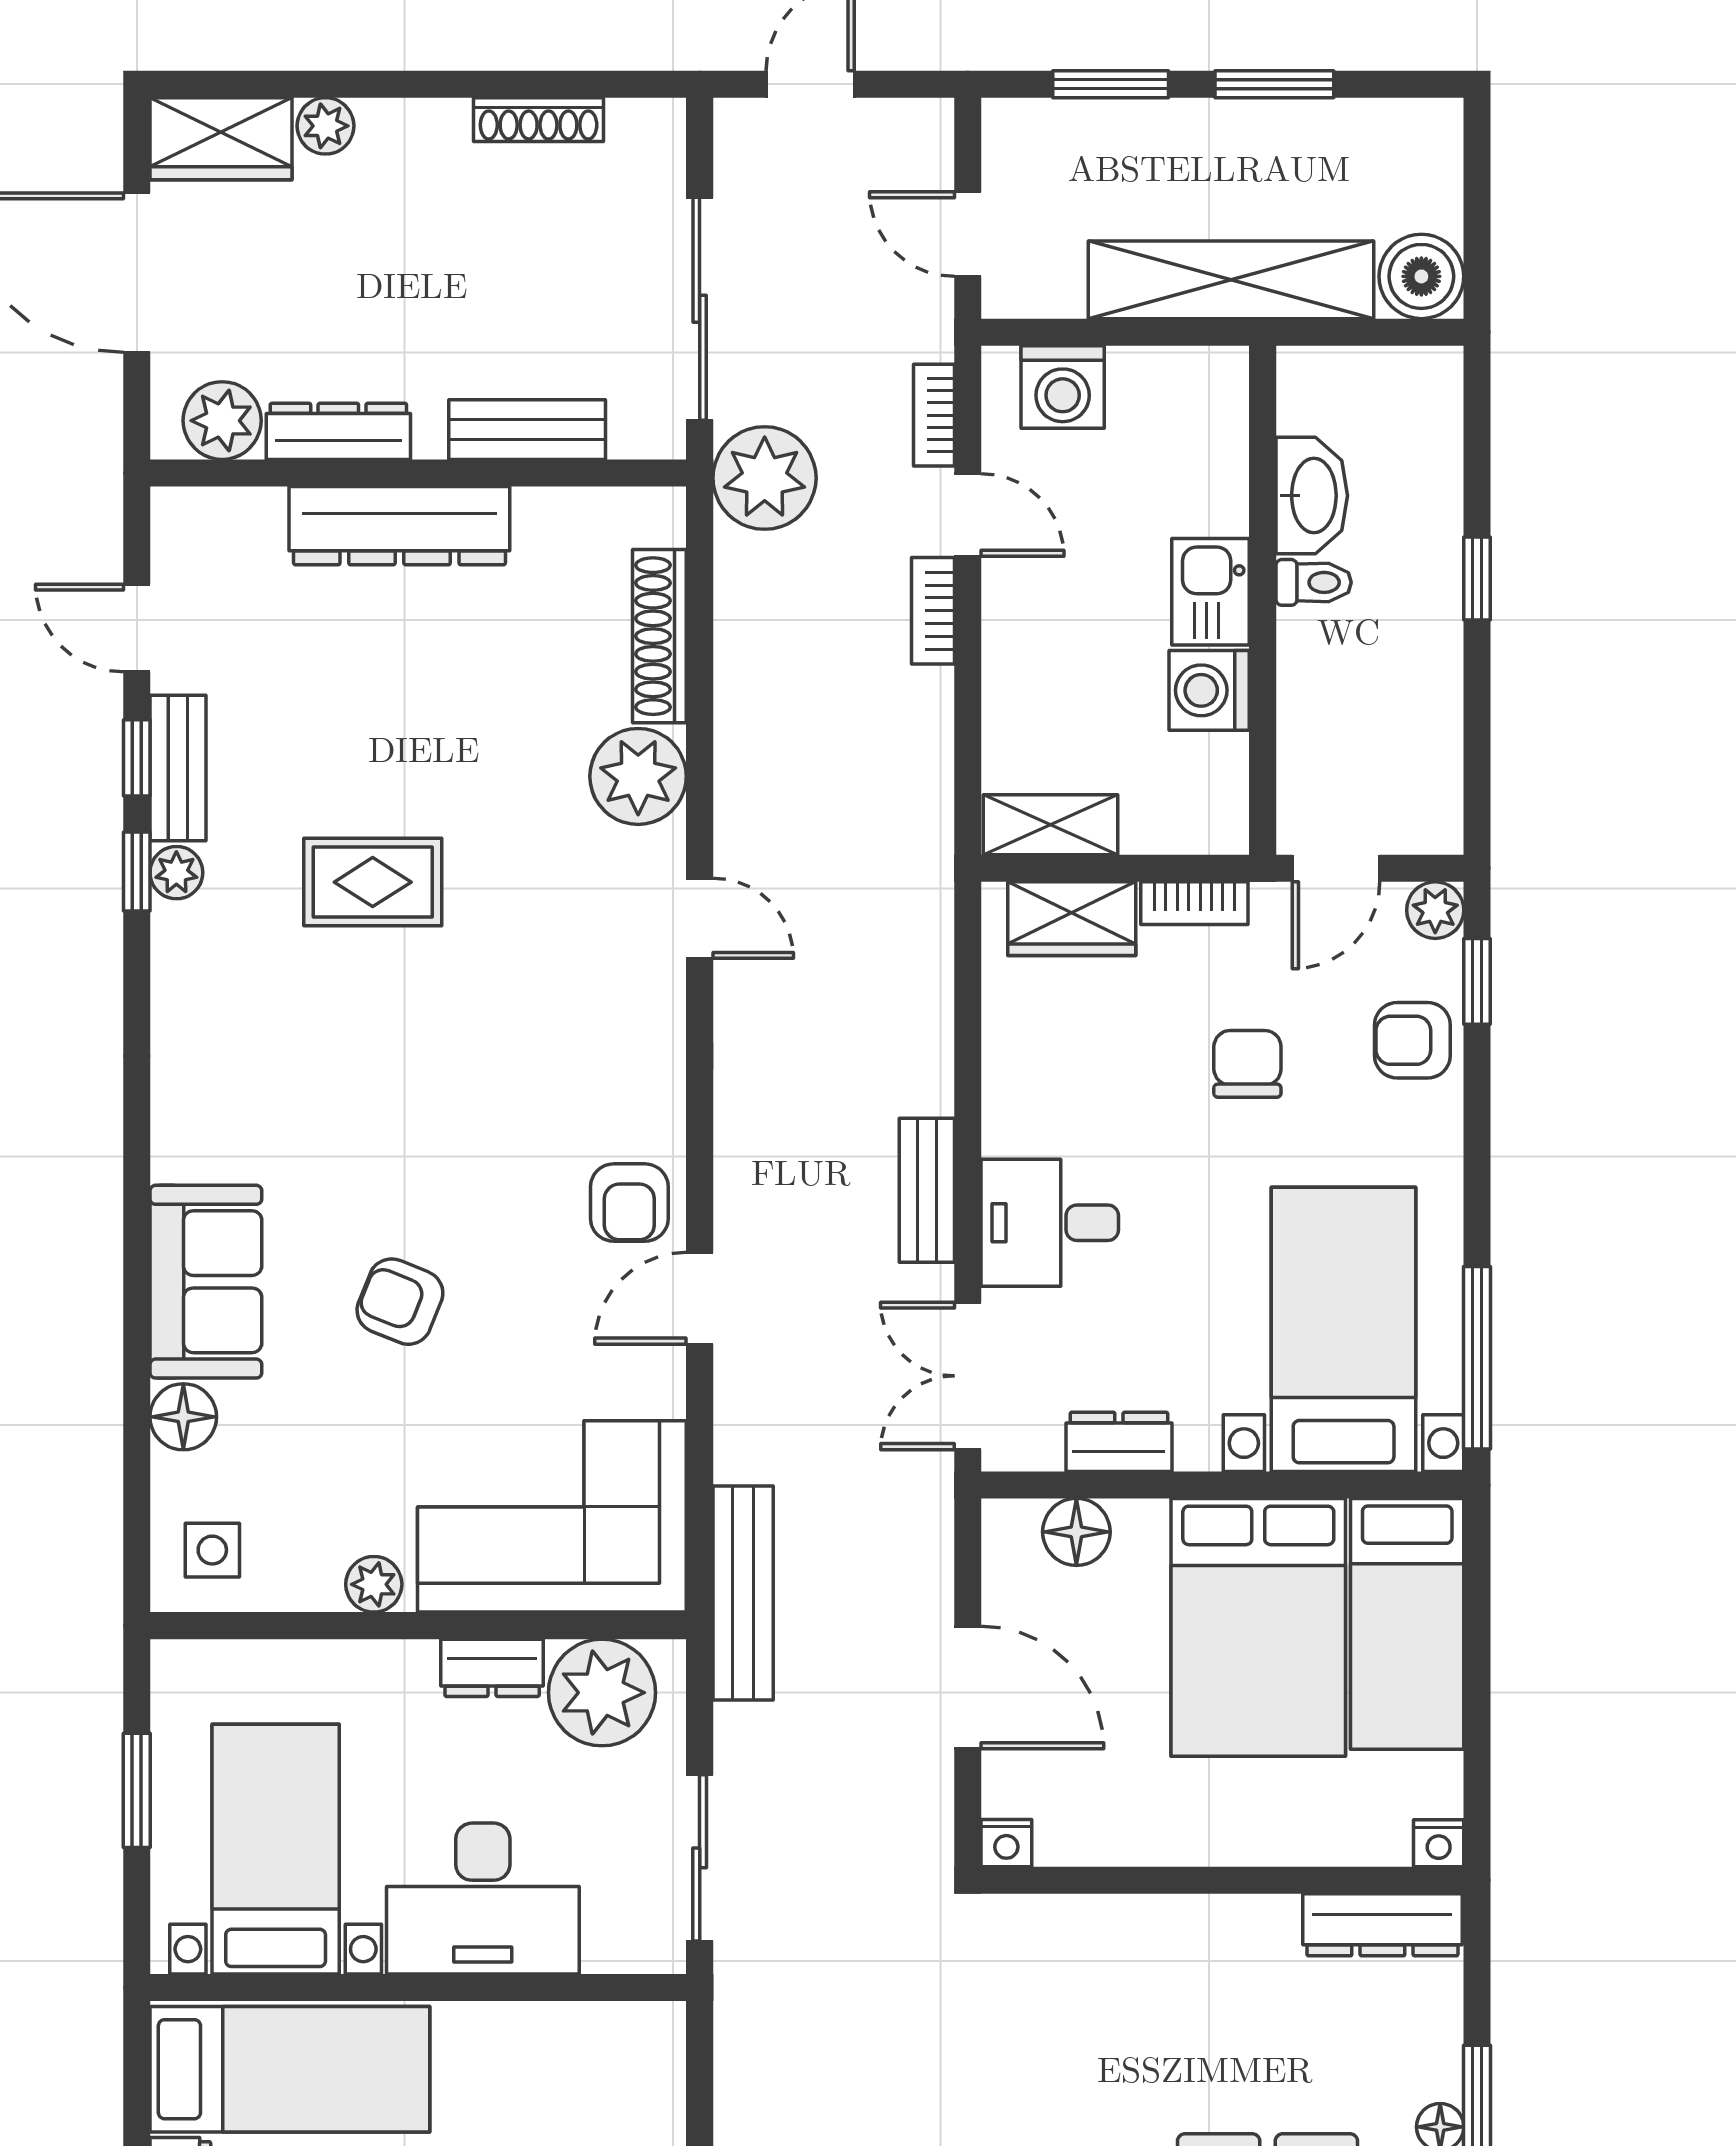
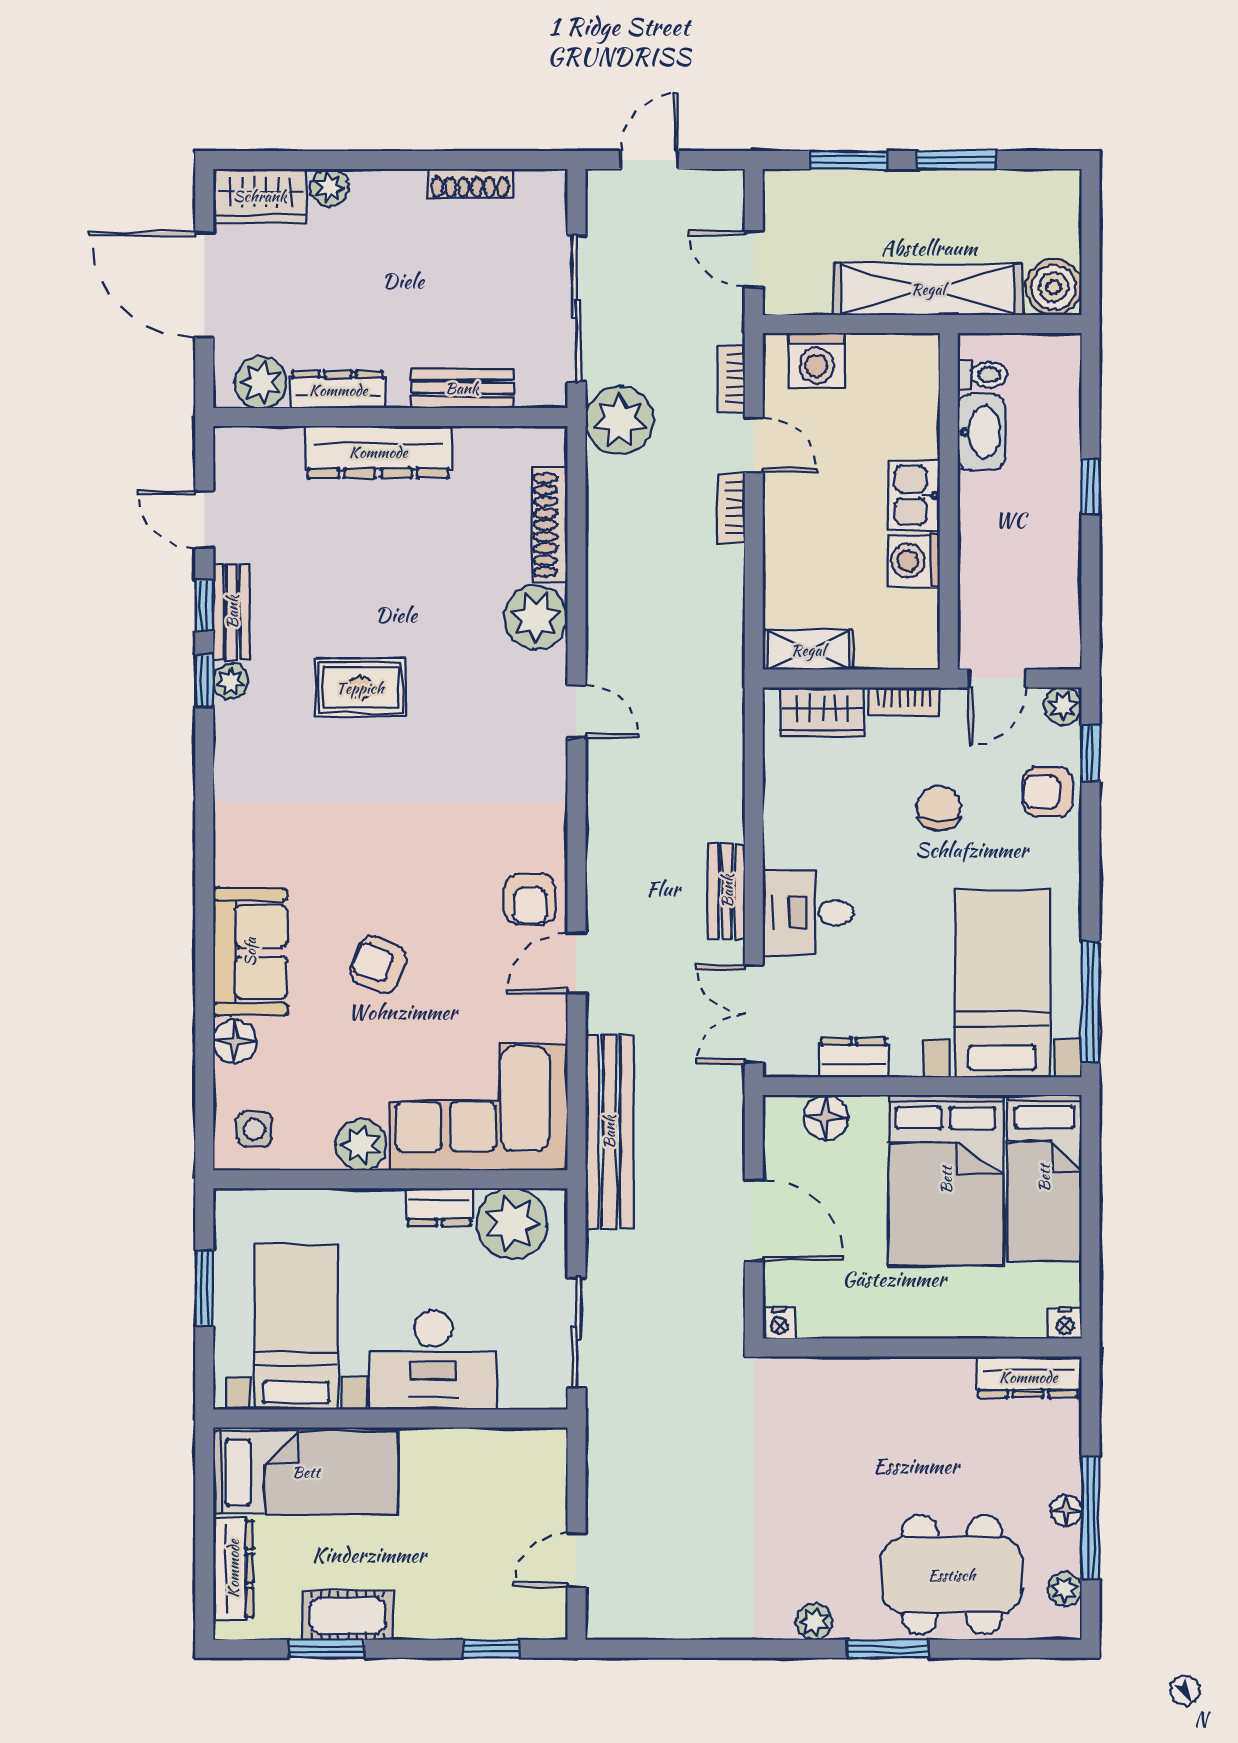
toilet: (1314, 582) -> (982, 375), moved
plant: (374, 1584) -> (361, 1145), width x1.38, depth x1.38
bench: (743, 1593) -> (609, 1132), width x1.37, depth x1.21

